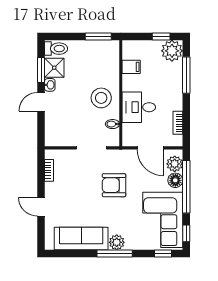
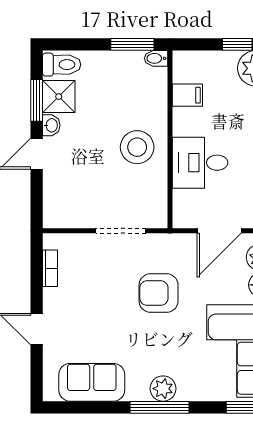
bidet: (112, 124) -> (156, 58), moved
door: (150, 148) -> (219, 231), hinge flipped
sofa: (81, 239) -> (92, 382), width x0.73

